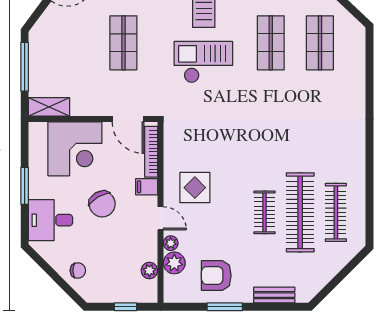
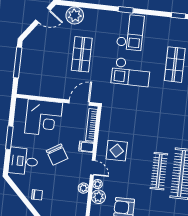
checkout: (203, 62) -> (131, 72), turned 180
shelving: (49, 107) -> (30, 89), removed
door: (128, 119) -> (79, 103), swing flipped
clothes rail: (265, 212) -> (159, 171), width x1.36
plant: (149, 270) -> (83, 188), moved

